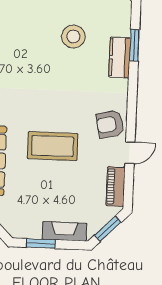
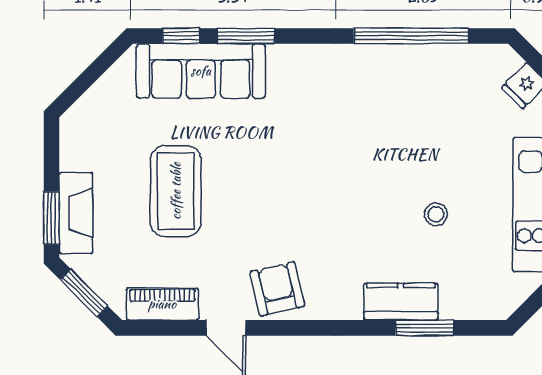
stool: (73, 37) -> (436, 214), width x0.53, depth x0.53
coffee table: (53, 146) -> (176, 191), moved
window: (41, 244) -> (51, 218), moved

